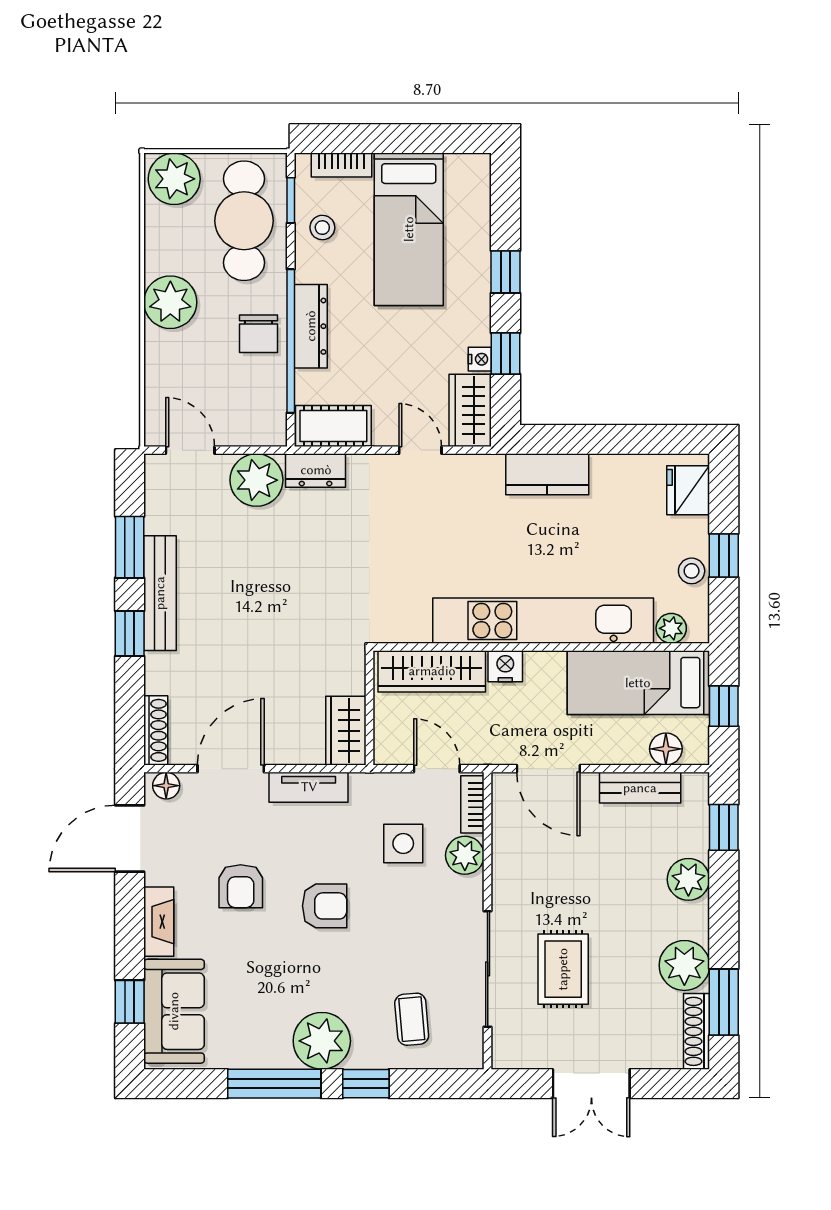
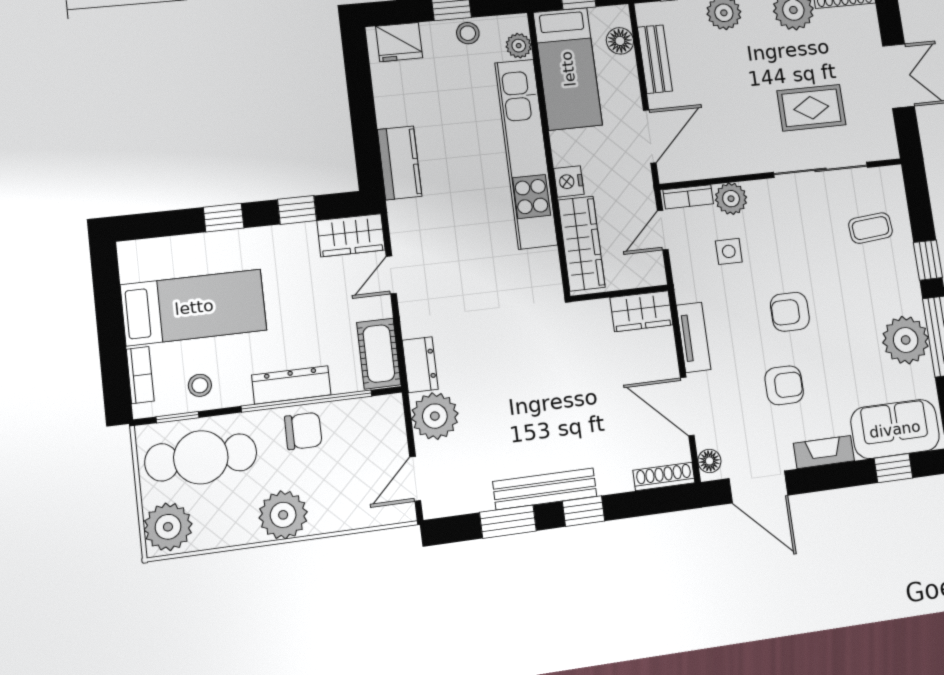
nightstand: (480, 359) -> (305, 232), removed
side table: (403, 844) -> (729, 251), width x0.73, depth x0.73
armchair: (325, 906) -> (790, 312), turned -90
plant: (322, 1041) -> (906, 340), moved

